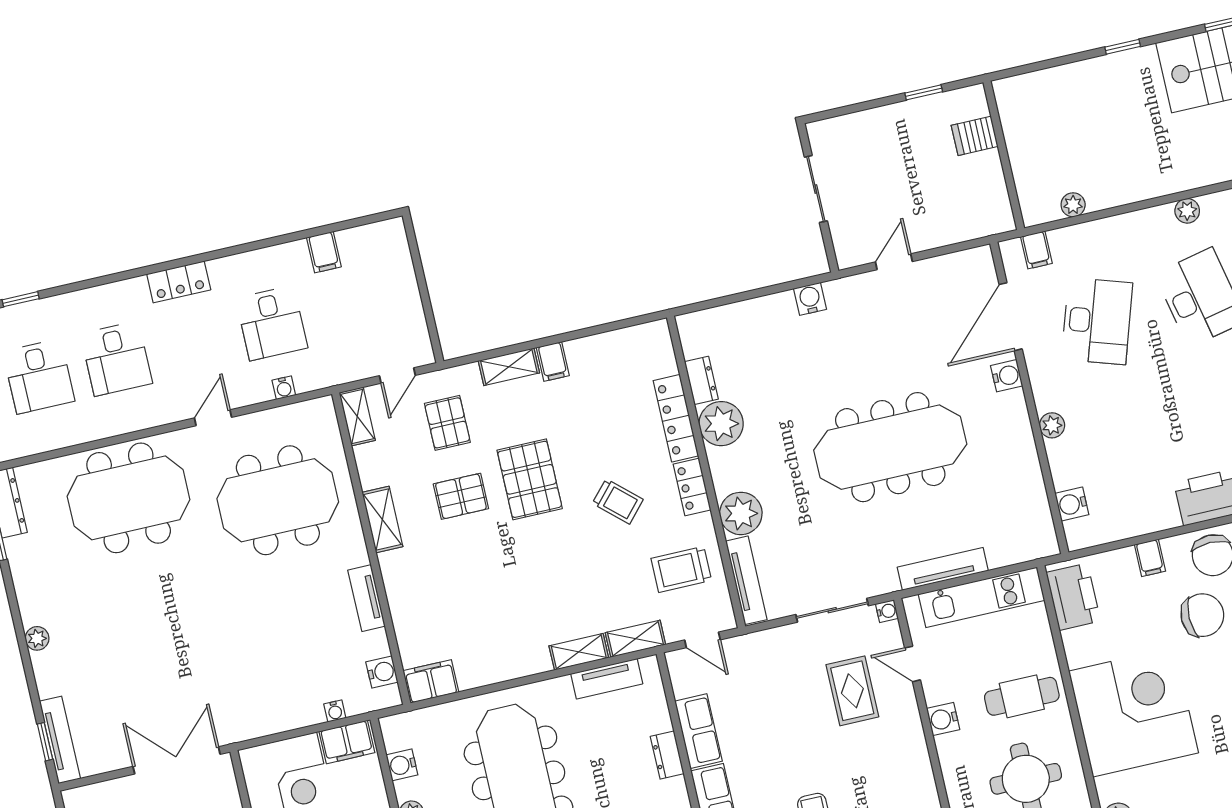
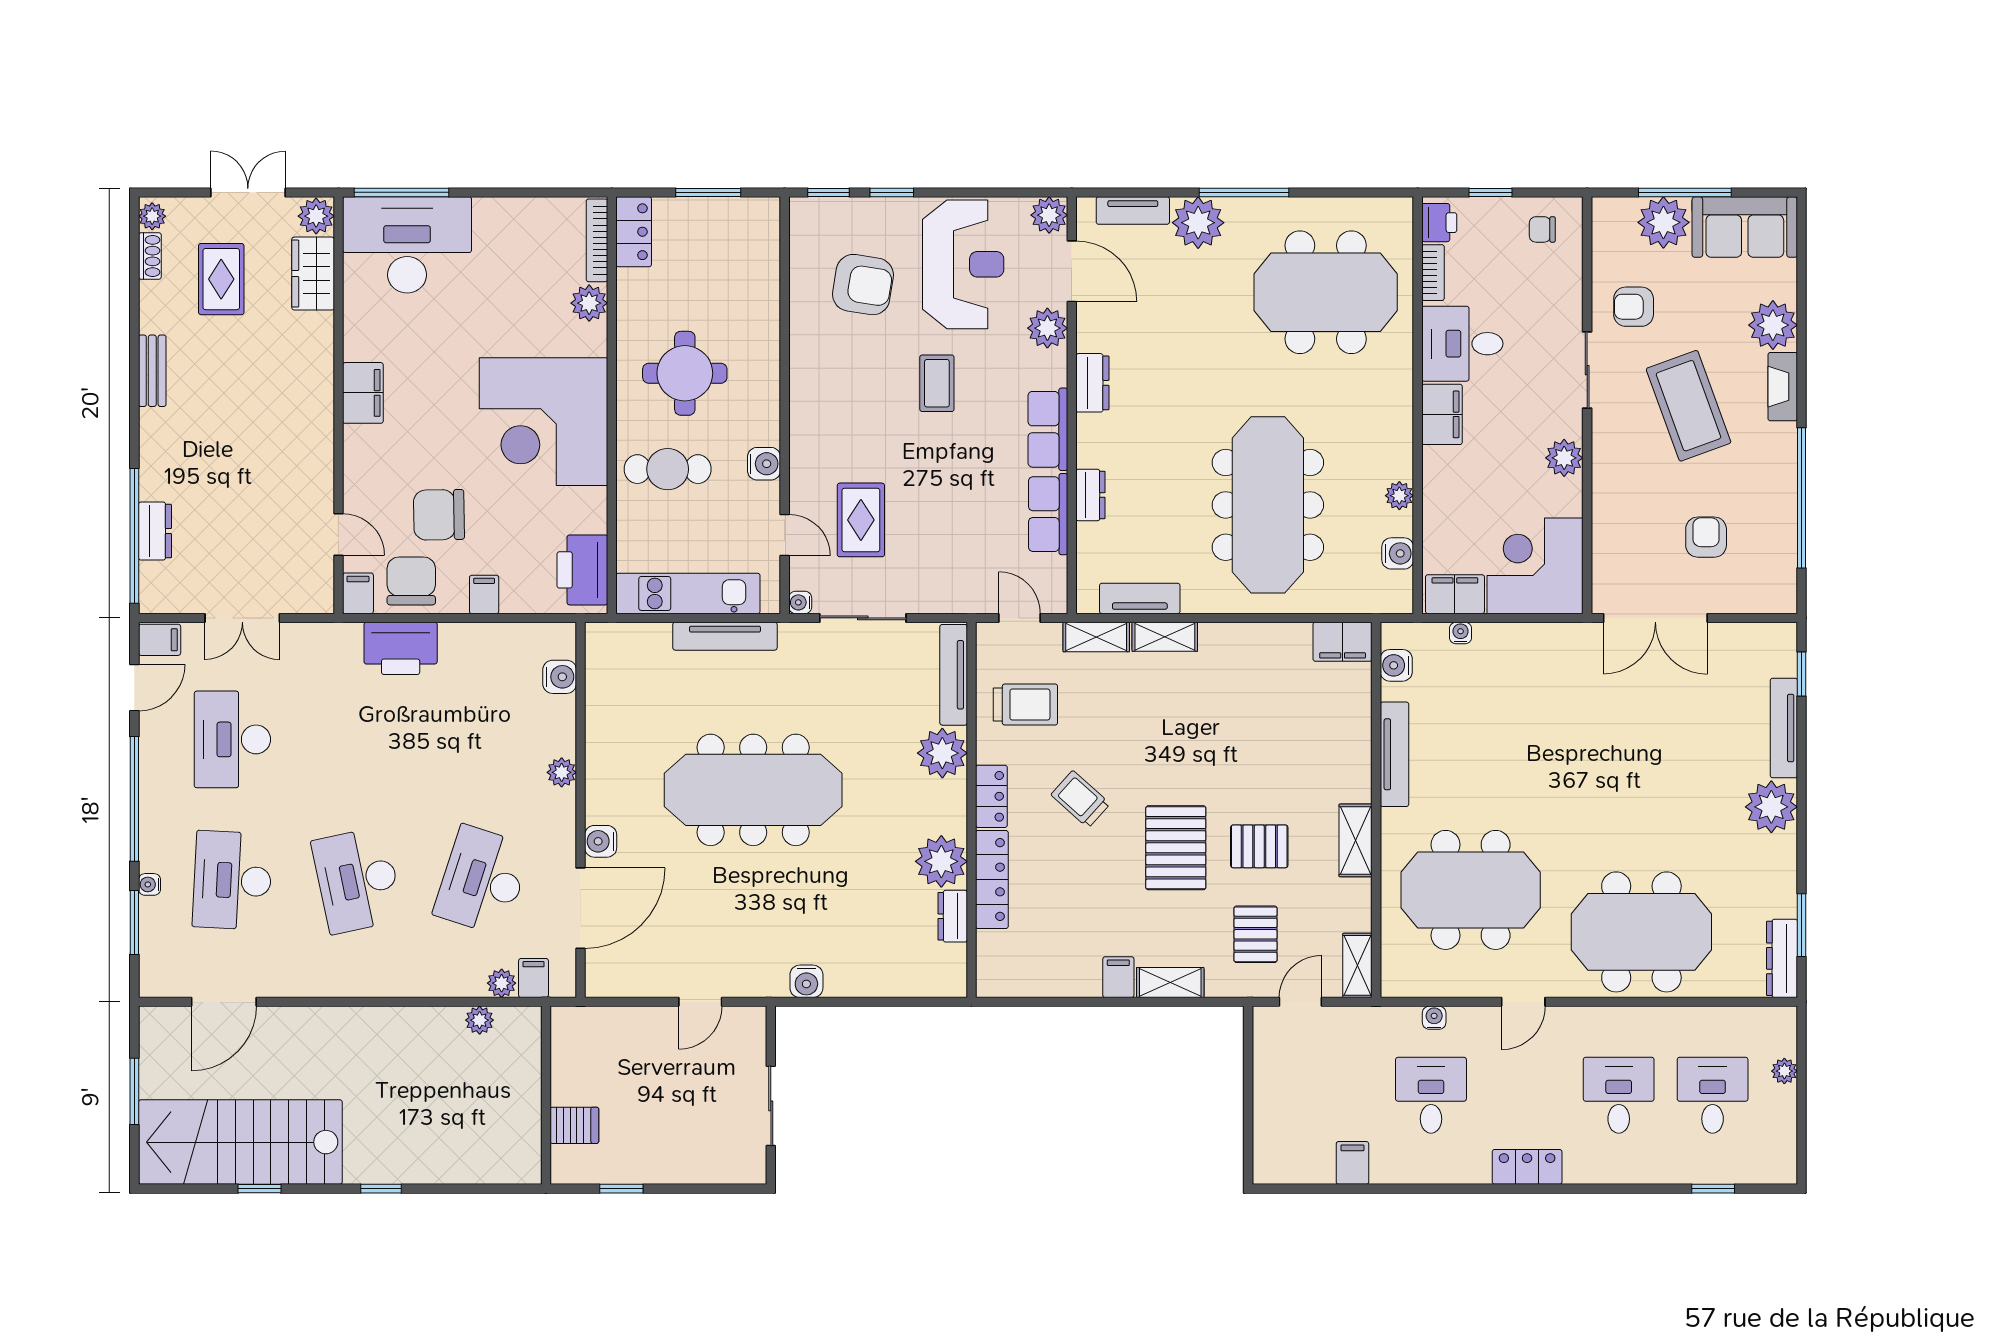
plant: (1187, 211) -> (502, 983), moved
tv unit: (367, 598) -> (1394, 754), width x1.41
plant: (37, 638) -> (1771, 807), width x1.87, depth x1.87
tv unit: (60, 740) -> (1784, 728), moved

